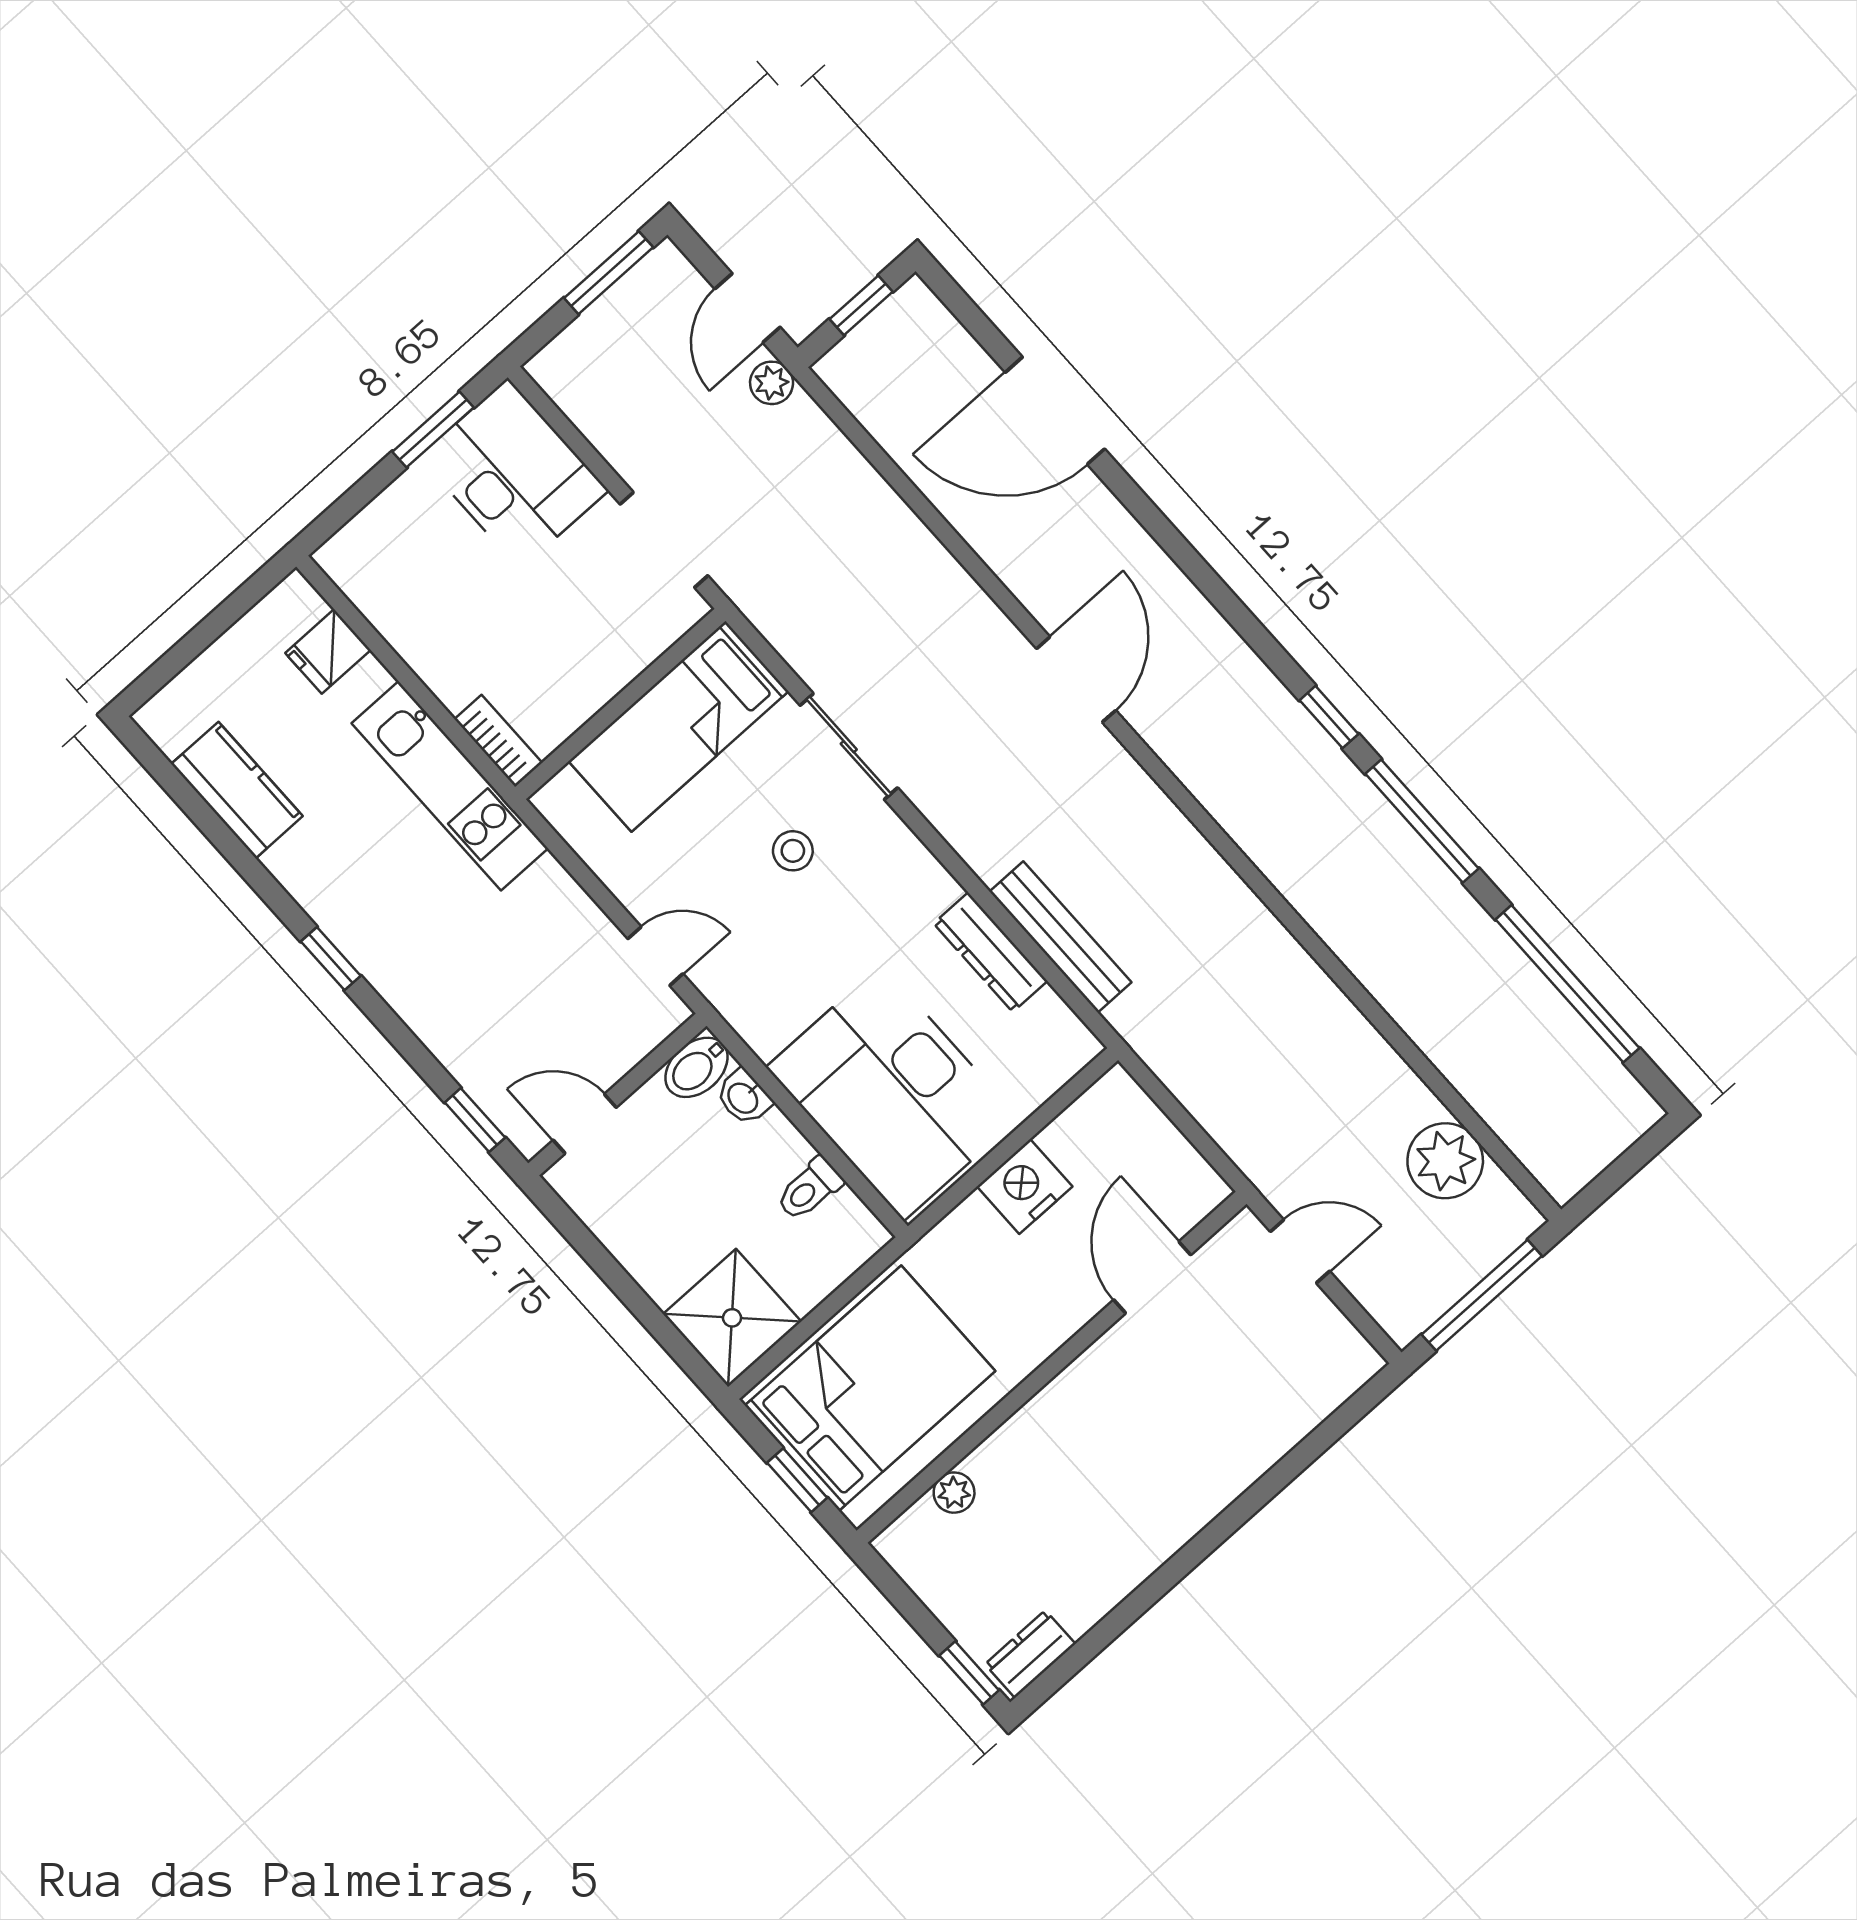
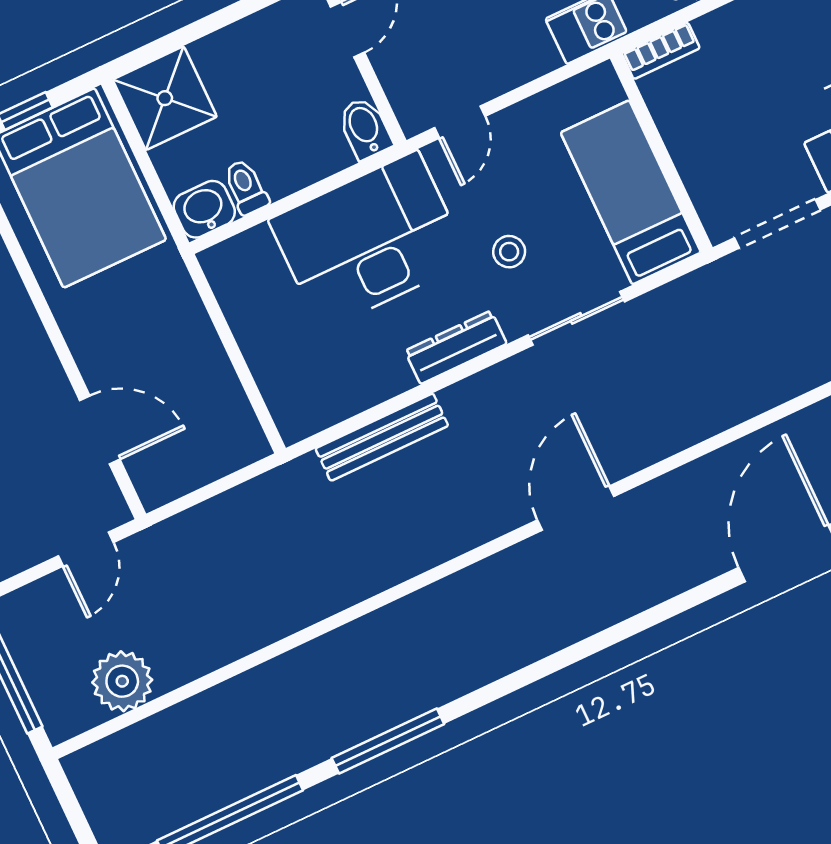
door: (1076, 679) -> (576, 508), swing flipped
window: (1329, 717) -> (489, 693), removed
dresser: (990, 952) -> (456, 347), moved
desk: (892, 1093) -> (369, 241), moved
washbasin: (744, 1097) -> (204, 209), moved, width x1.38, depth x1.45
nightstand: (1025, 1186) -> (199, 353), removed

